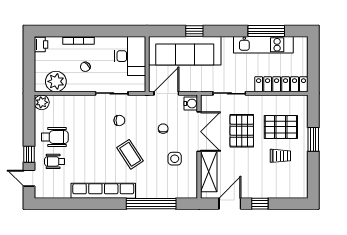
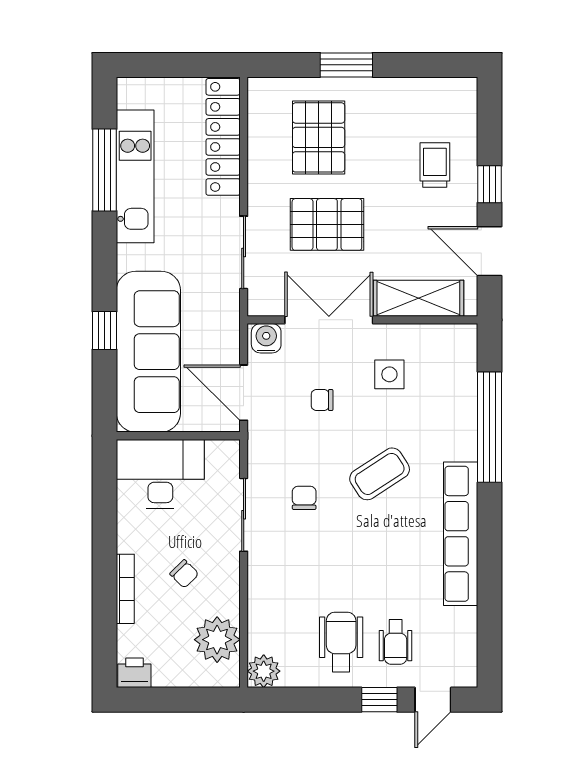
trolley: (280, 156) -> (435, 165), moved

